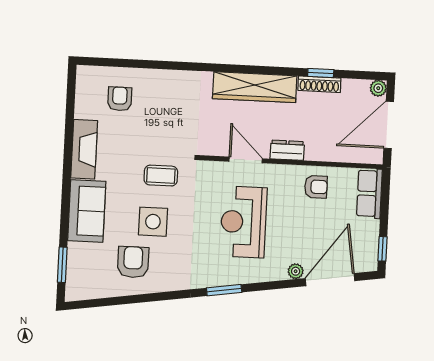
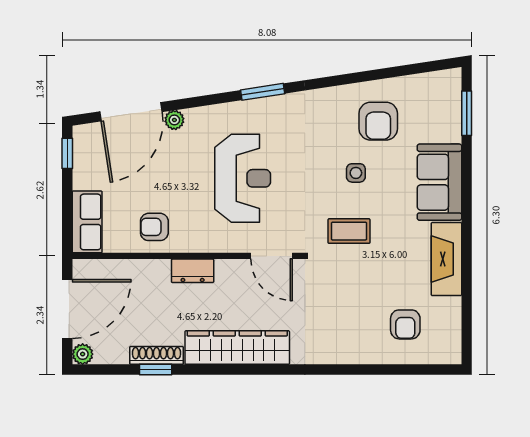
door: (246, 160) -> (272, 256), moved
side table: (153, 222) -> (356, 173), width x0.54, depth x0.54

